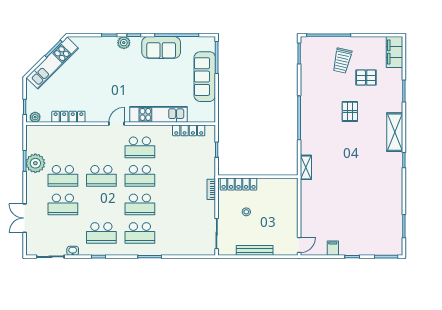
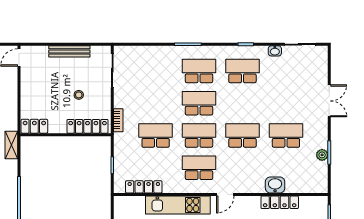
plant: (35, 117) -> (317, 202), removed
washbasin: (73, 132) -> (275, 185), added
plant: (35, 163) -> (322, 155), width x0.53, depth x0.53
locker: (286, 184) -> (34, 126), added
school desk: (63, 204) -> (156, 135), moved
double door: (25, 218) -> (329, 101), moved

